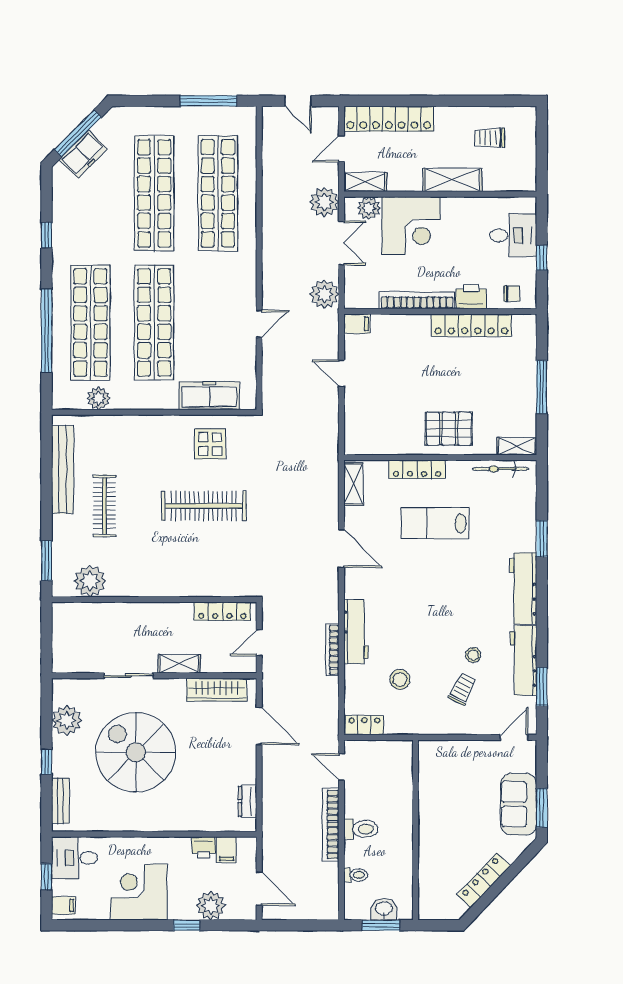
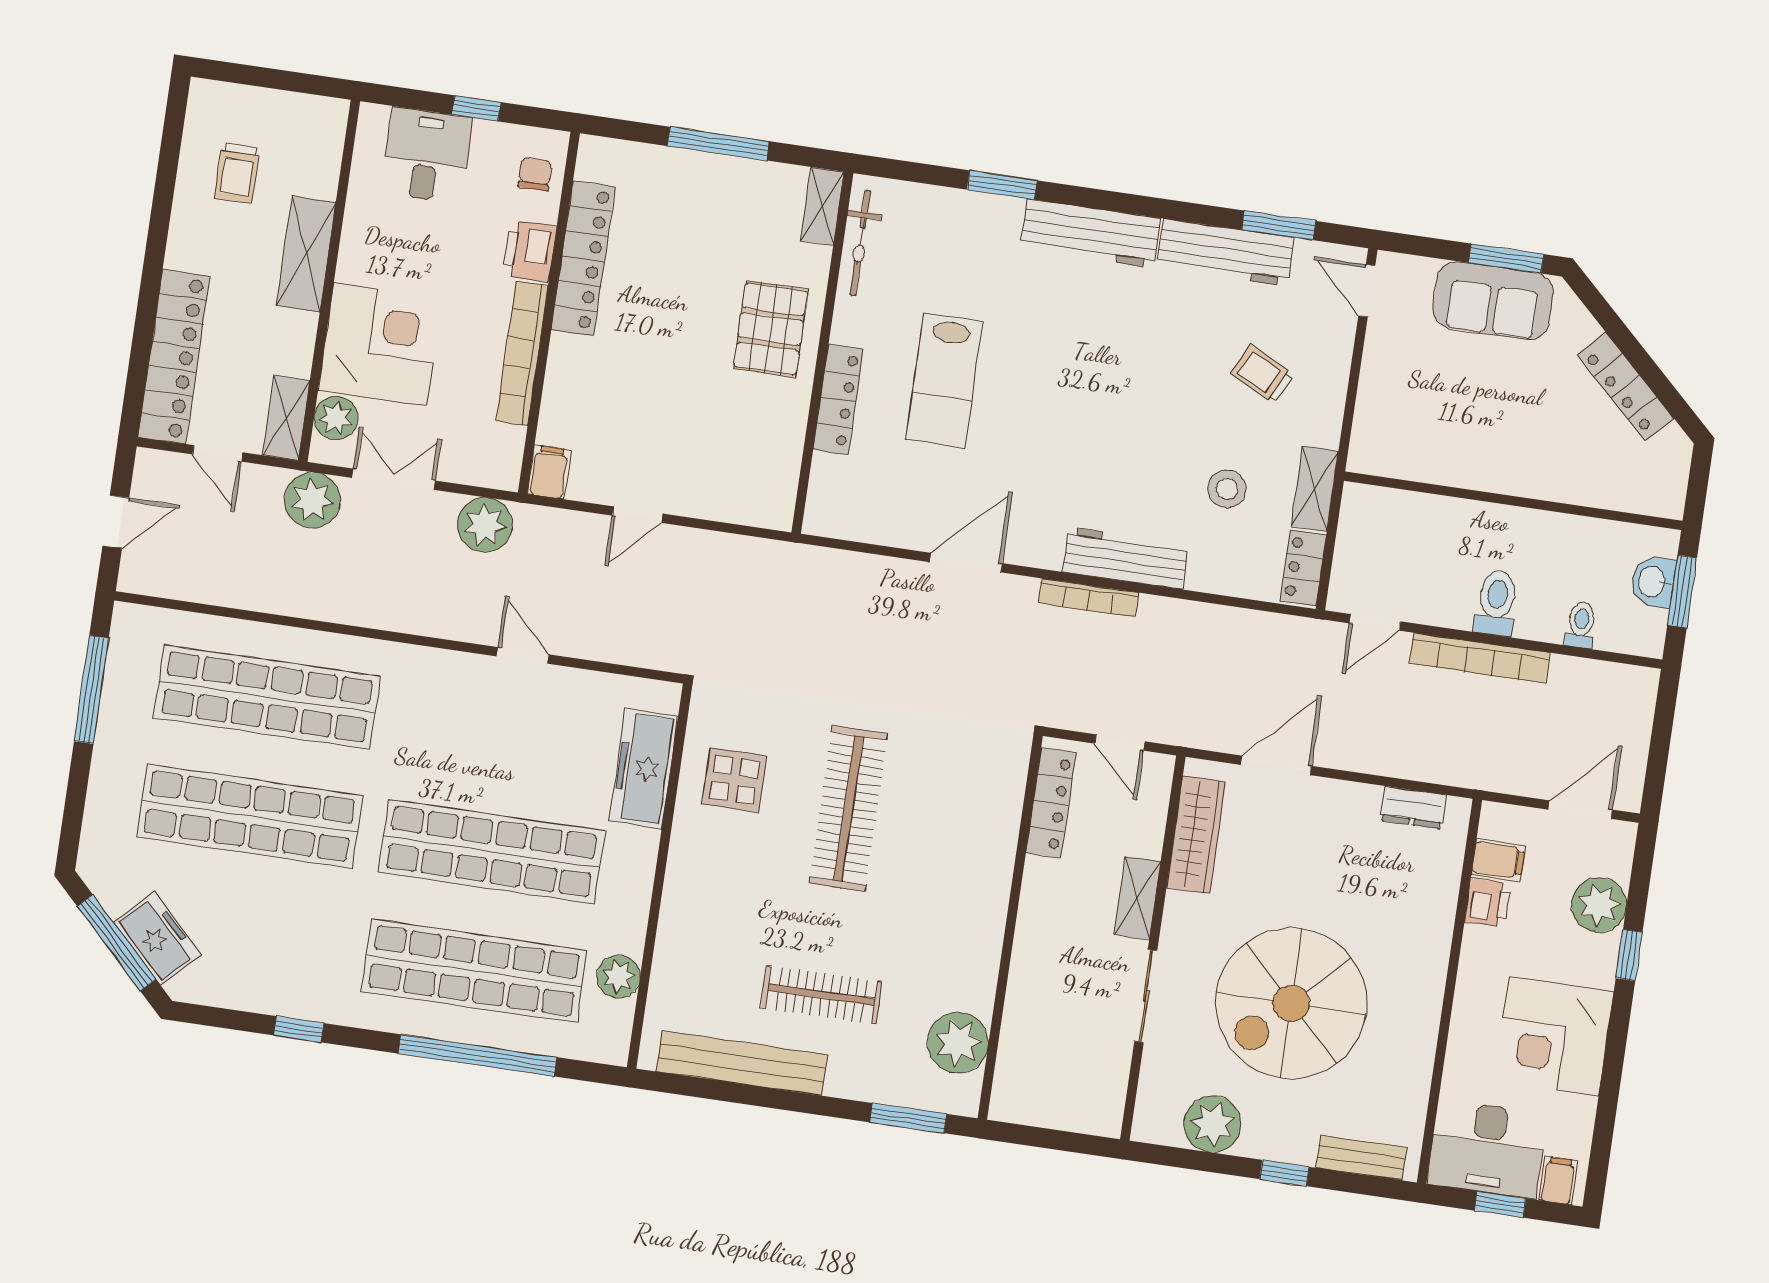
shelving: (354, 484) -> (1315, 489), moved, turned 90
bookcase: (332, 650) -> (1089, 598), moved
stool: (473, 655) -> (1201, 345), removed
desk: (75, 858) -> (1487, 1149), width x1.37

